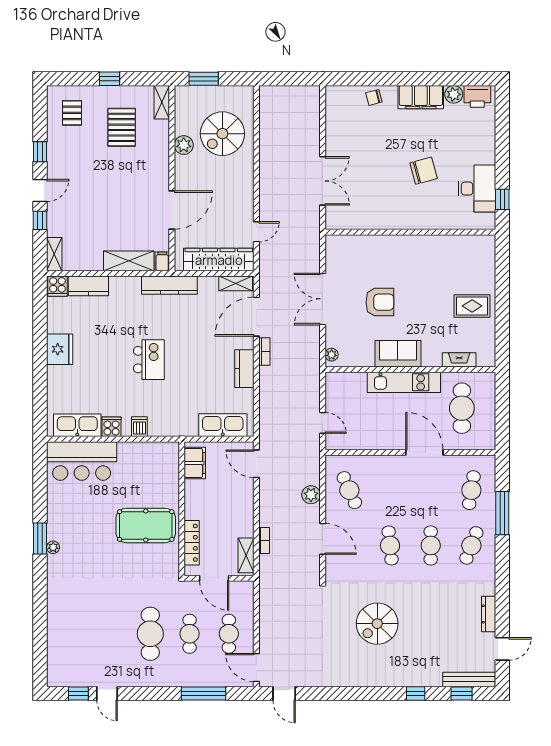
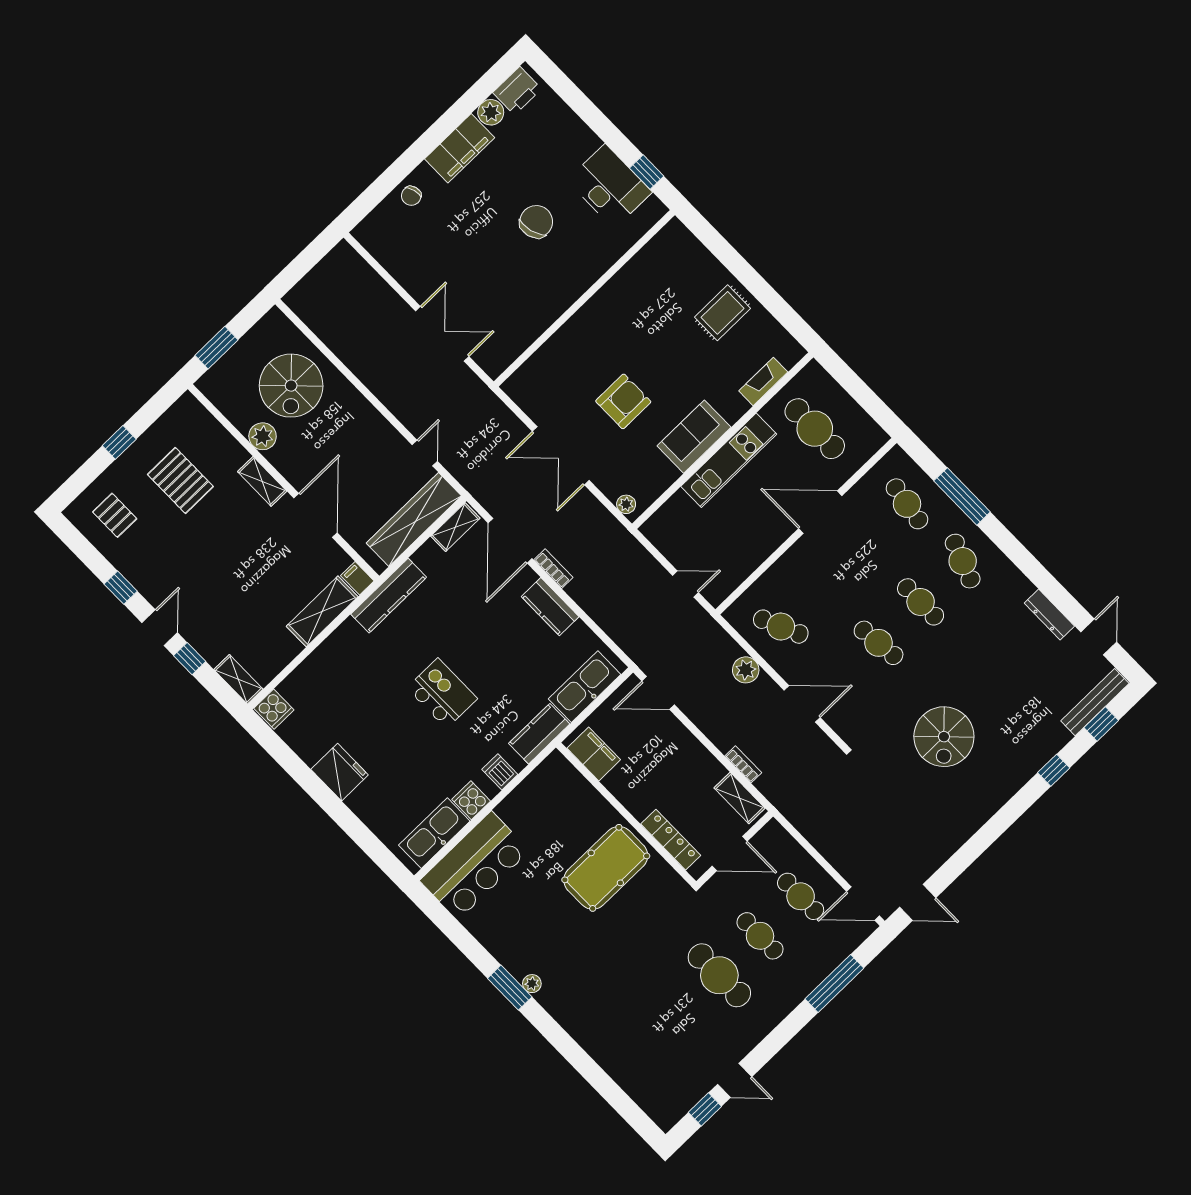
shelving: (162, 102) -> (262, 481), moved
kitchen counter: (88, 286) -> (539, 734), moved, turned 180

